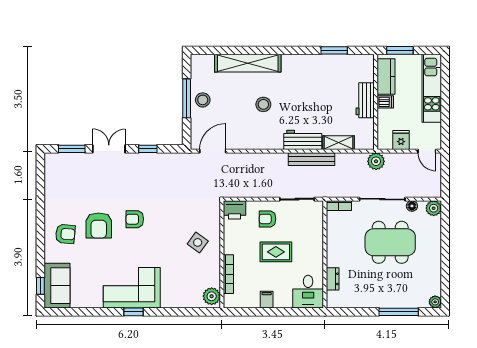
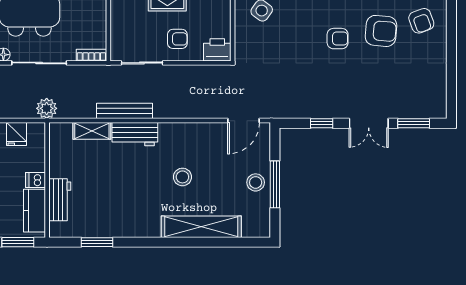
workbench: (365, 100) -> (60, 200), moved
armchair: (99, 226) -> (381, 31), turned 95
armchair: (65, 234) -> (421, 21), turned -115

